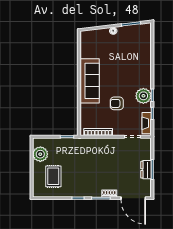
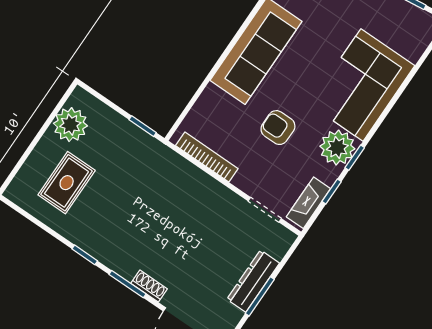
corner sofa: (137, 67) -> (362, 85), added
dresser: (146, 170) -> (253, 281), width x1.44

